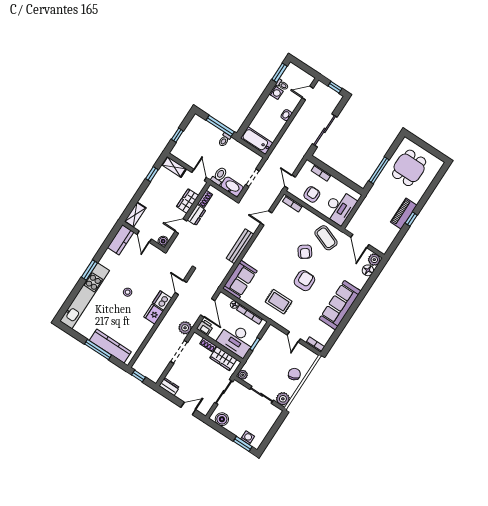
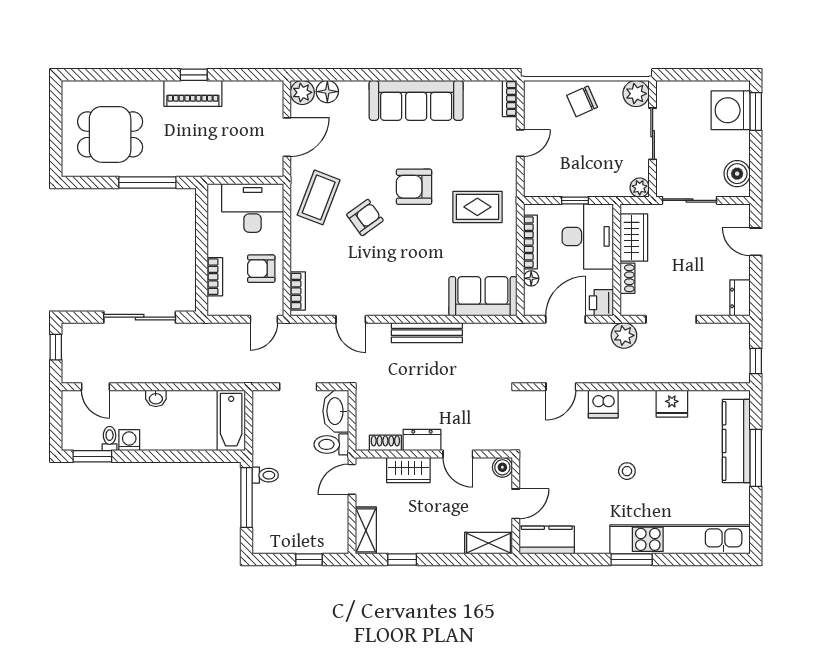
rug: (279, 302) -> (477, 207), turned 90
fridge: (153, 314) -> (672, 404), moved
washing machine: (248, 438) -> (731, 110), width x1.89, depth x1.89

